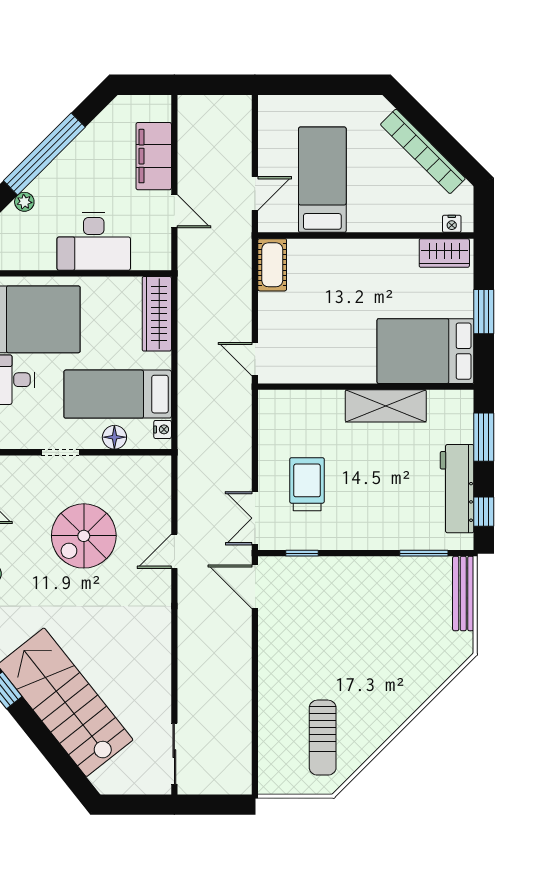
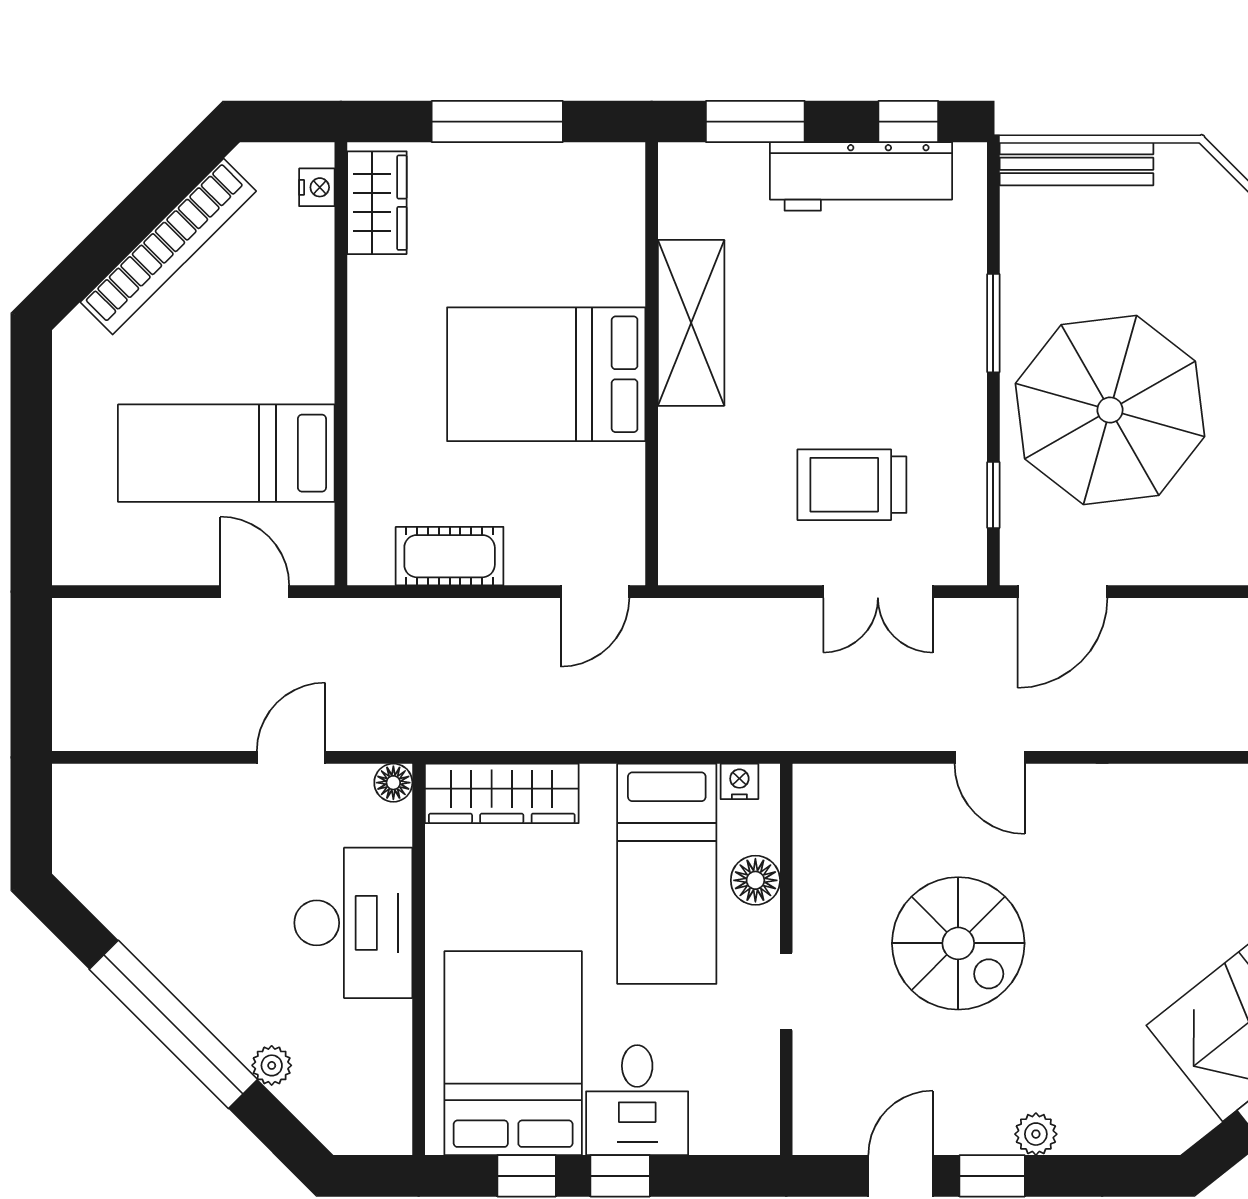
filing cabinet: (154, 156) -> (178, 800), removed
floor lamp: (162, 261) -> (393, 783), added
cot: (272, 265) -> (450, 556), moved
window: (484, 312) -> (497, 122), width x1.44
bed: (425, 351) -> (546, 374), moved, turned 90
double door: (255, 518) -> (878, 592), moved
window: (424, 553) -> (993, 323), moved
parasol: (343, 610) -> (1110, 410), added

